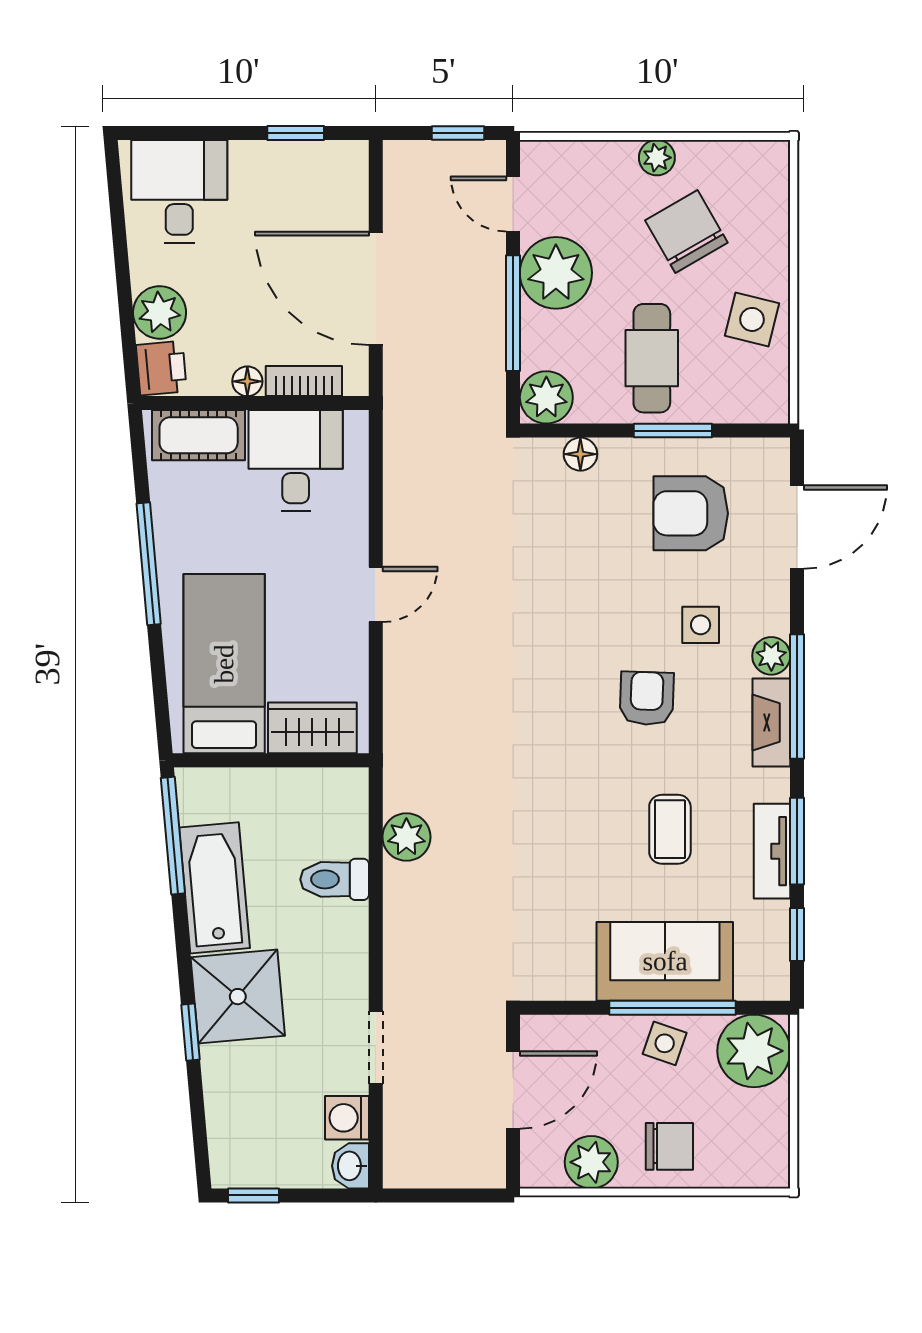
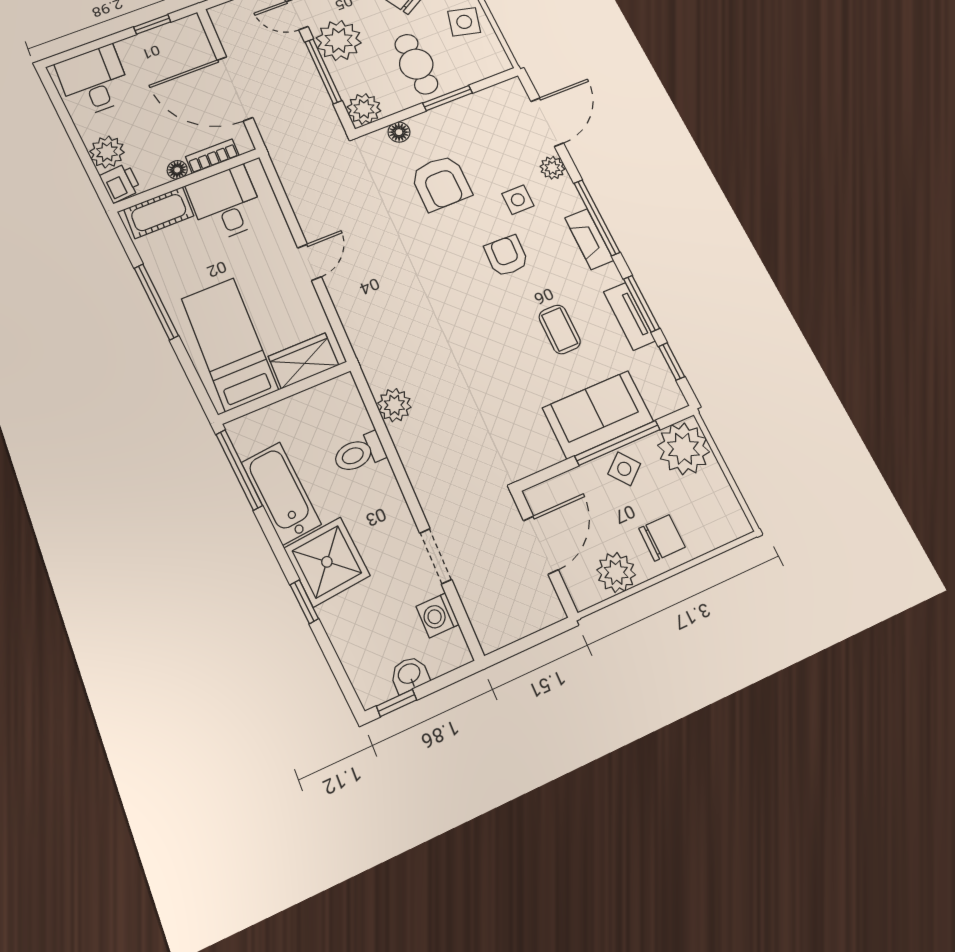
armchair: (691, 513) -> (441, 183), moved, turned -90
plant: (771, 656) -> (552, 168), moved
side table: (665, 1043) -> (624, 469), turned 32
washbasin: (351, 1166) -> (409, 674), moved, turned 90

